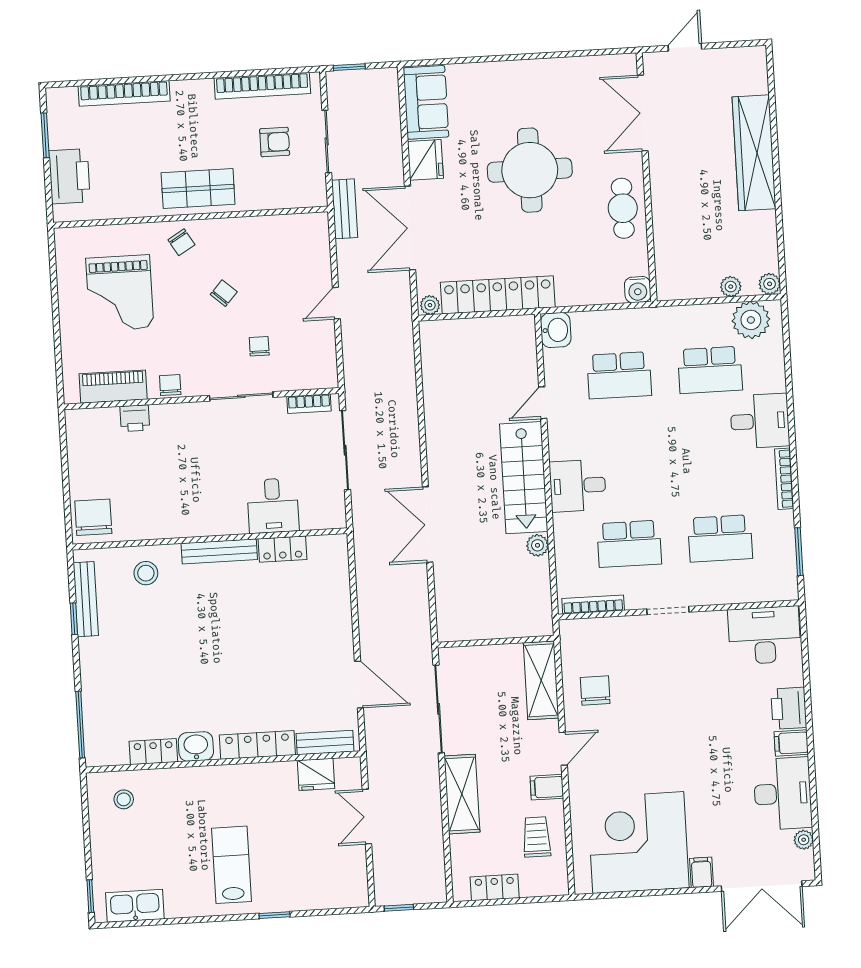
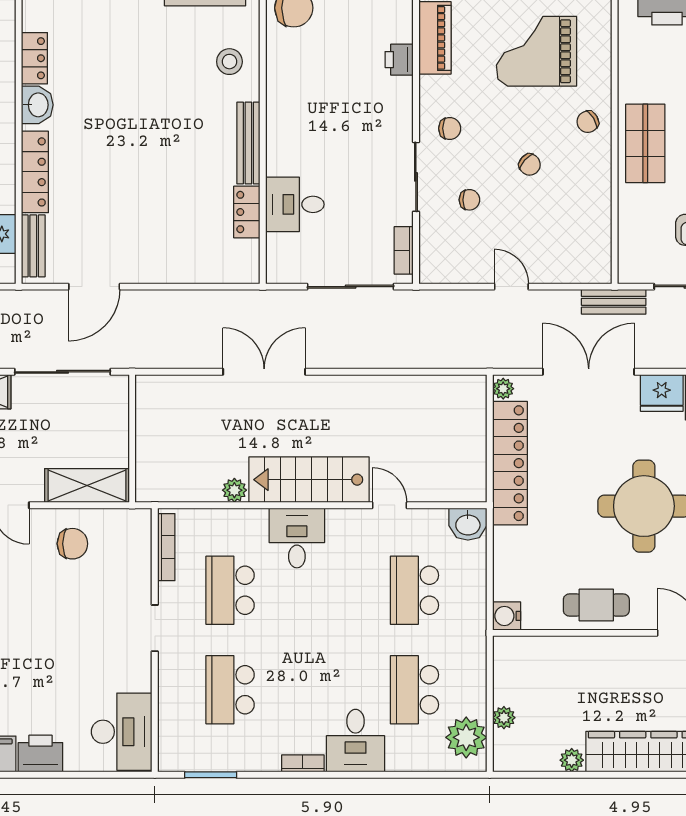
plant: (770, 284) -> (572, 760), moved
chair: (170, 385) -> (450, 128), moved
bookcase: (784, 479) -> (303, 763), width x0.64

